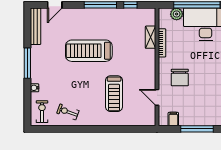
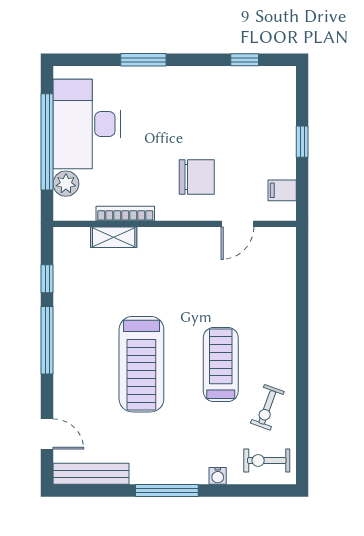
treadmill: (114, 94) -> (221, 364), moved, turned -90
window: (197, 129) -> (302, 142), width x0.46

